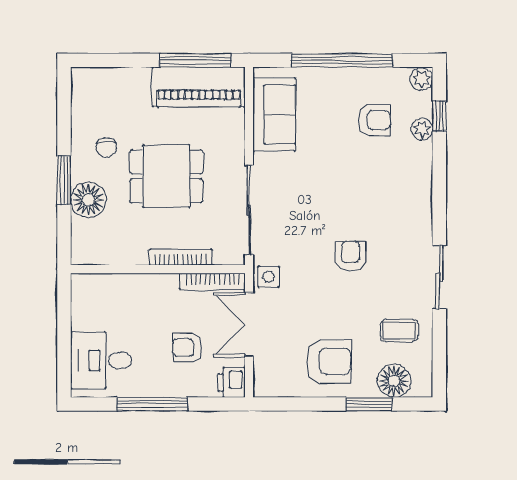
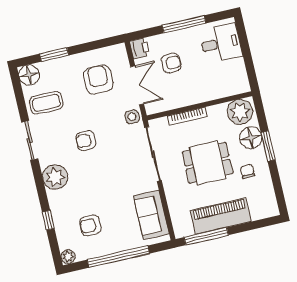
piano: (199, 87) -> (221, 216), moved
window: (439, 116) -> (48, 220), moved
plant: (422, 129) -> (55, 177), moved, width x1.87, depth x1.87
plant: (96, 245) -> (240, 112), added
armchair: (350, 256) -> (86, 141), turned 90
bookcase: (212, 282) -> (165, 106), removed
coffee table: (399, 331) -> (46, 103), width x1.36, depth x1.30
armchair: (329, 361) -> (98, 80), moved, turned 90
floor lamp: (394, 381) -> (29, 75), moved

